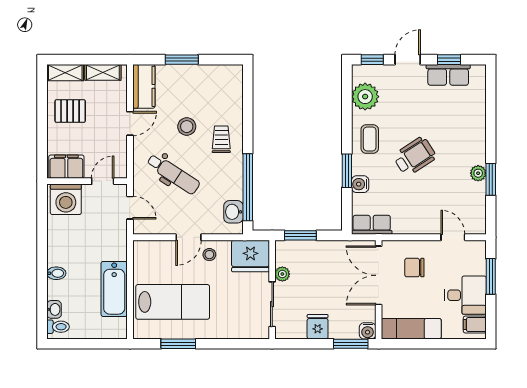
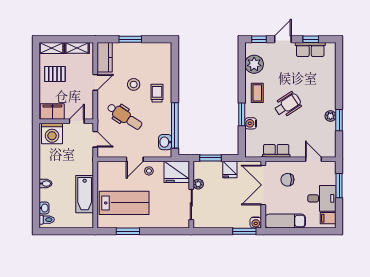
row of seats: (372, 225) -> (276, 151), moved
fridge: (318, 327) -> (230, 169), moved, turned 180

